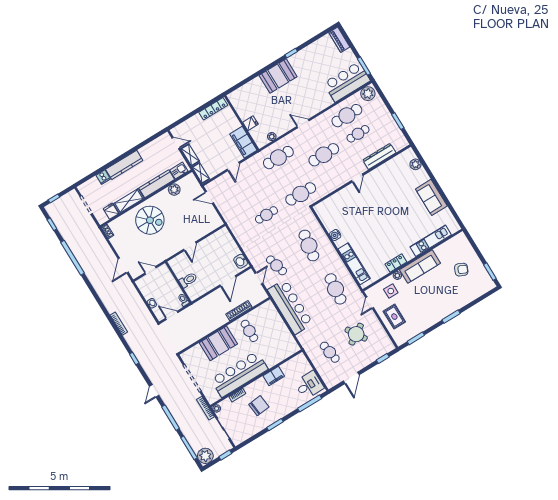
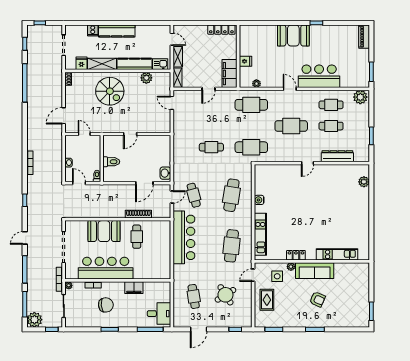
bar counter: (347, 82) -> (319, 76), moved
cafe table: (347, 116) -> (331, 105), width x0.73, depth x0.74
sofa: (431, 197) -> (360, 218), removed
armchair: (461, 270) -> (317, 299), moved

